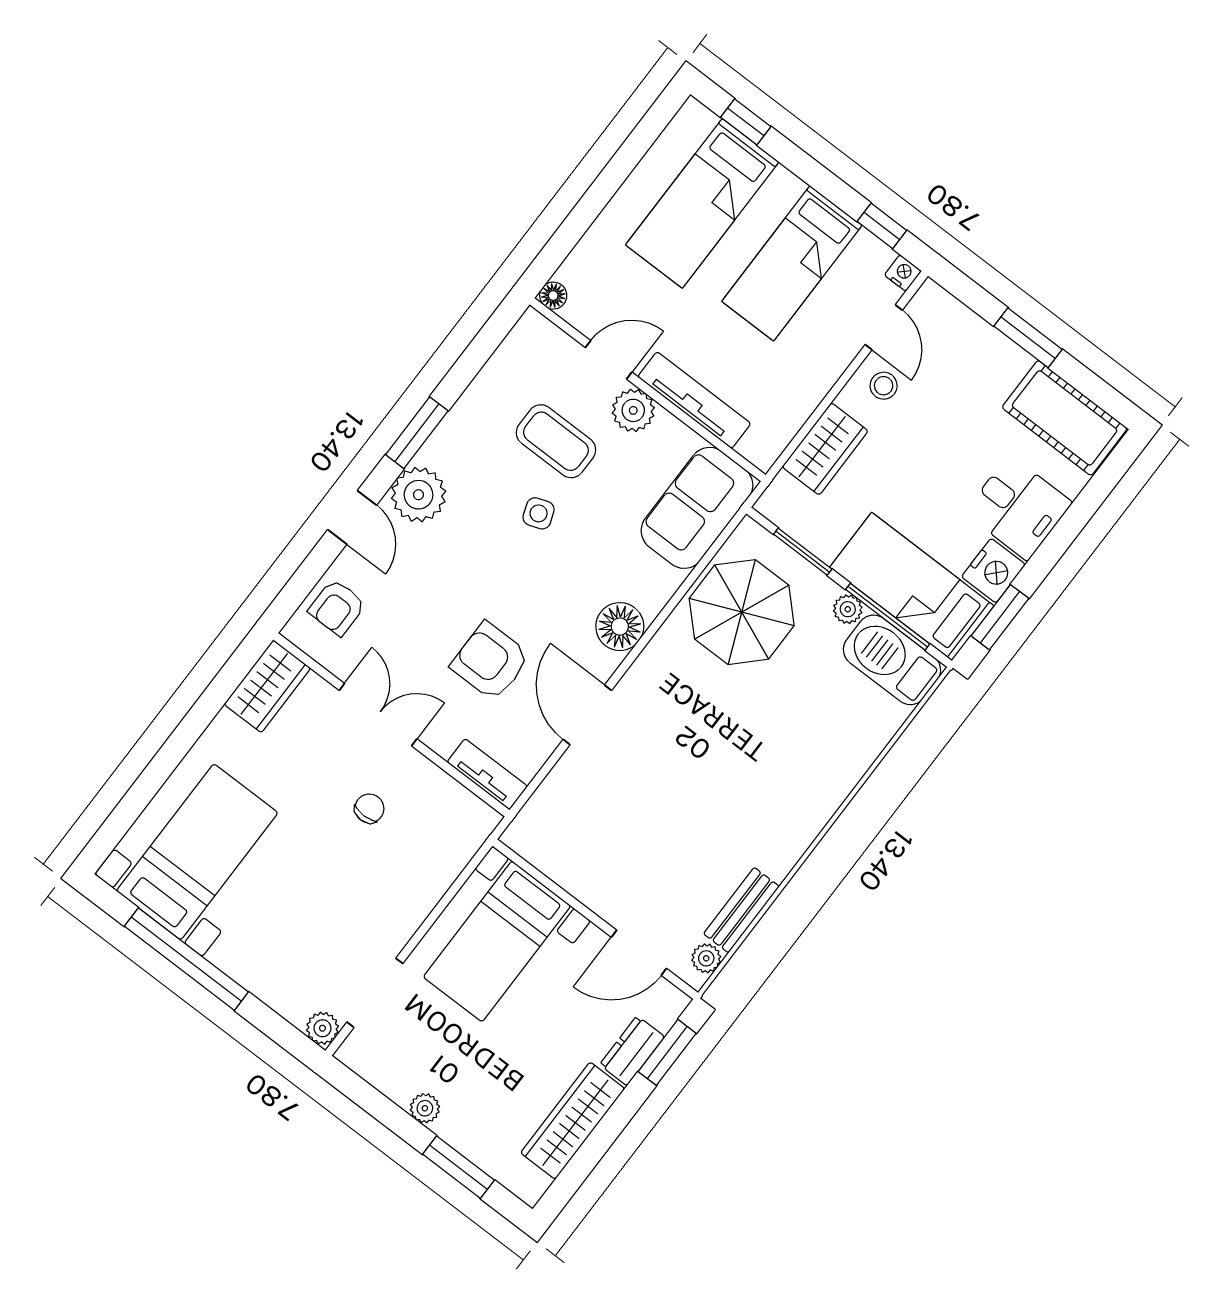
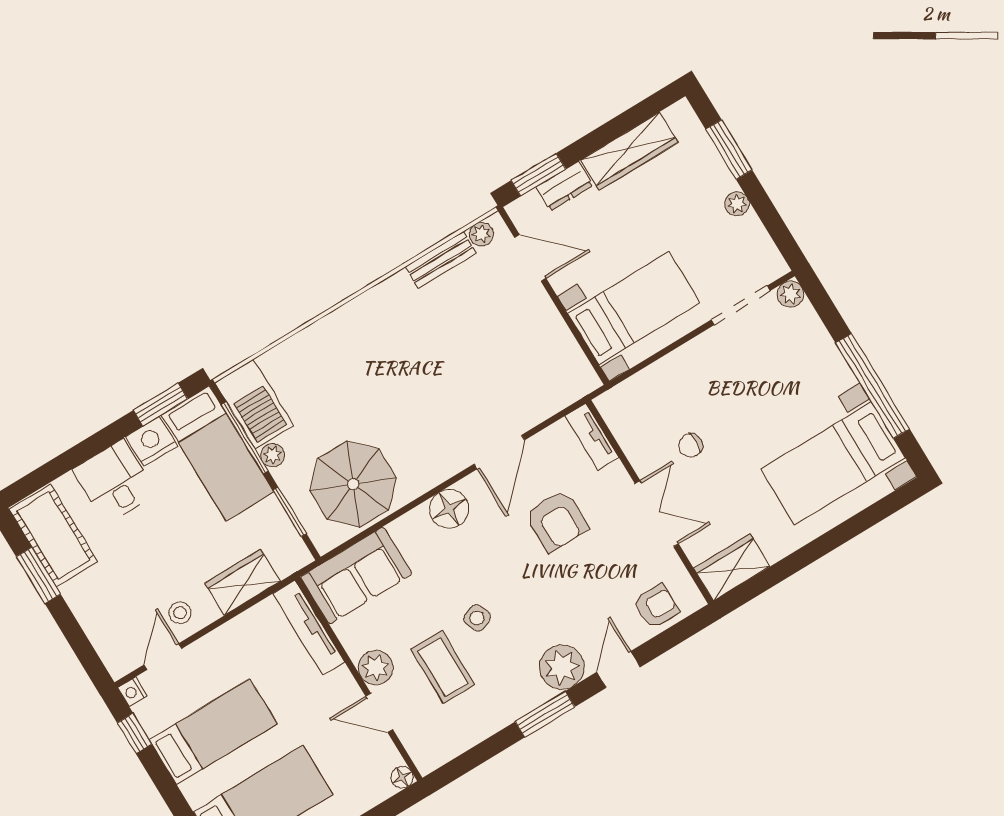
window: (1028, 338) -> (38, 575), moved
tv unit: (694, 400) -> (309, 628), moved
double door: (378, 715) -> (657, 514), swing flipped

